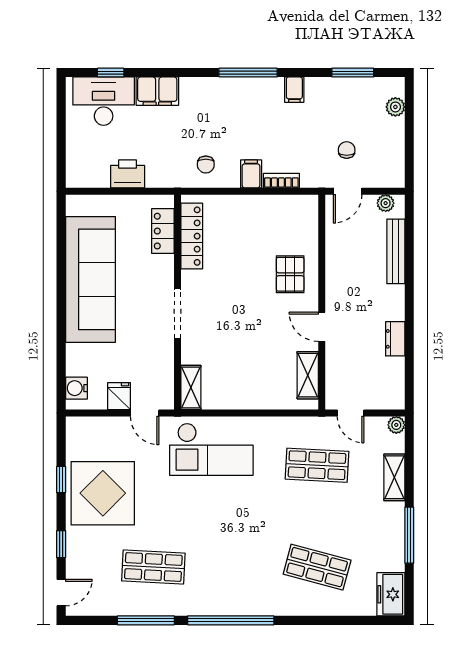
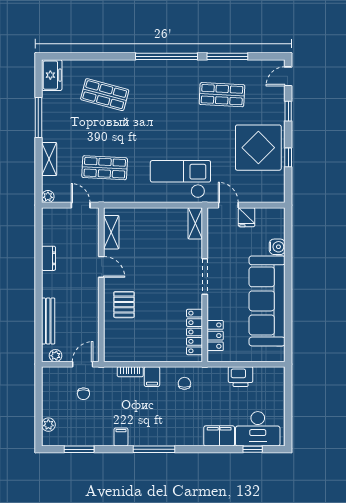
water cooler: (76, 388) -> (277, 247), moved

